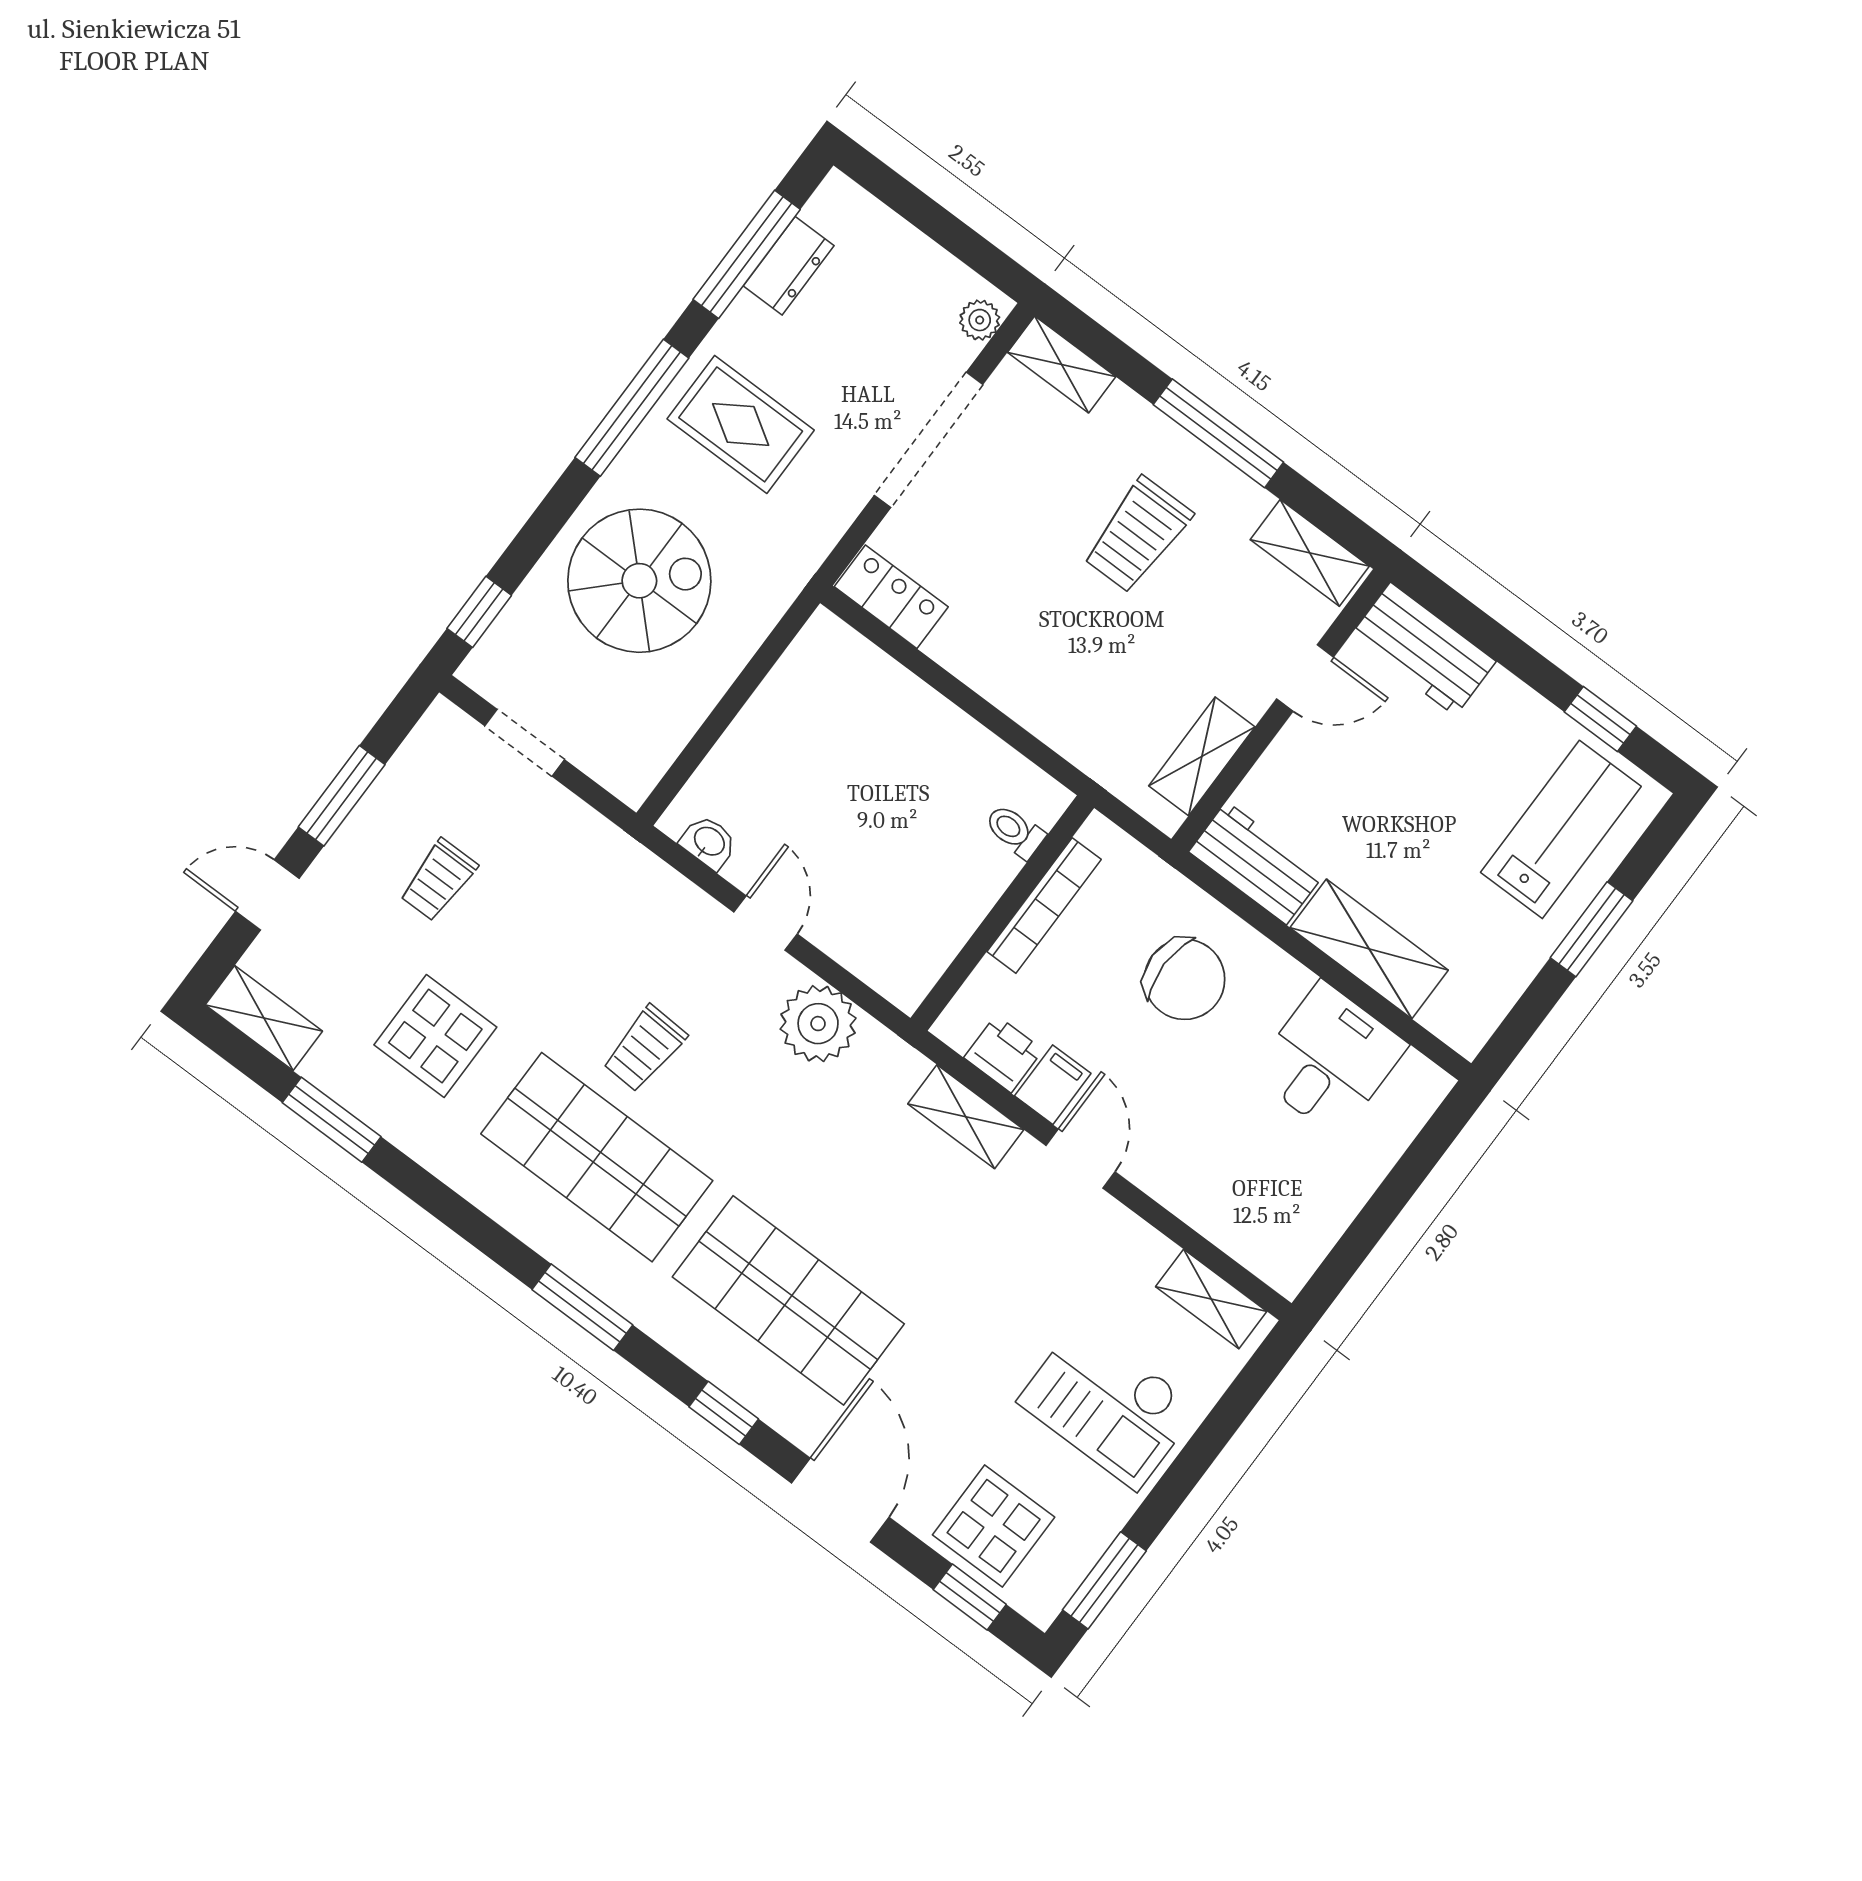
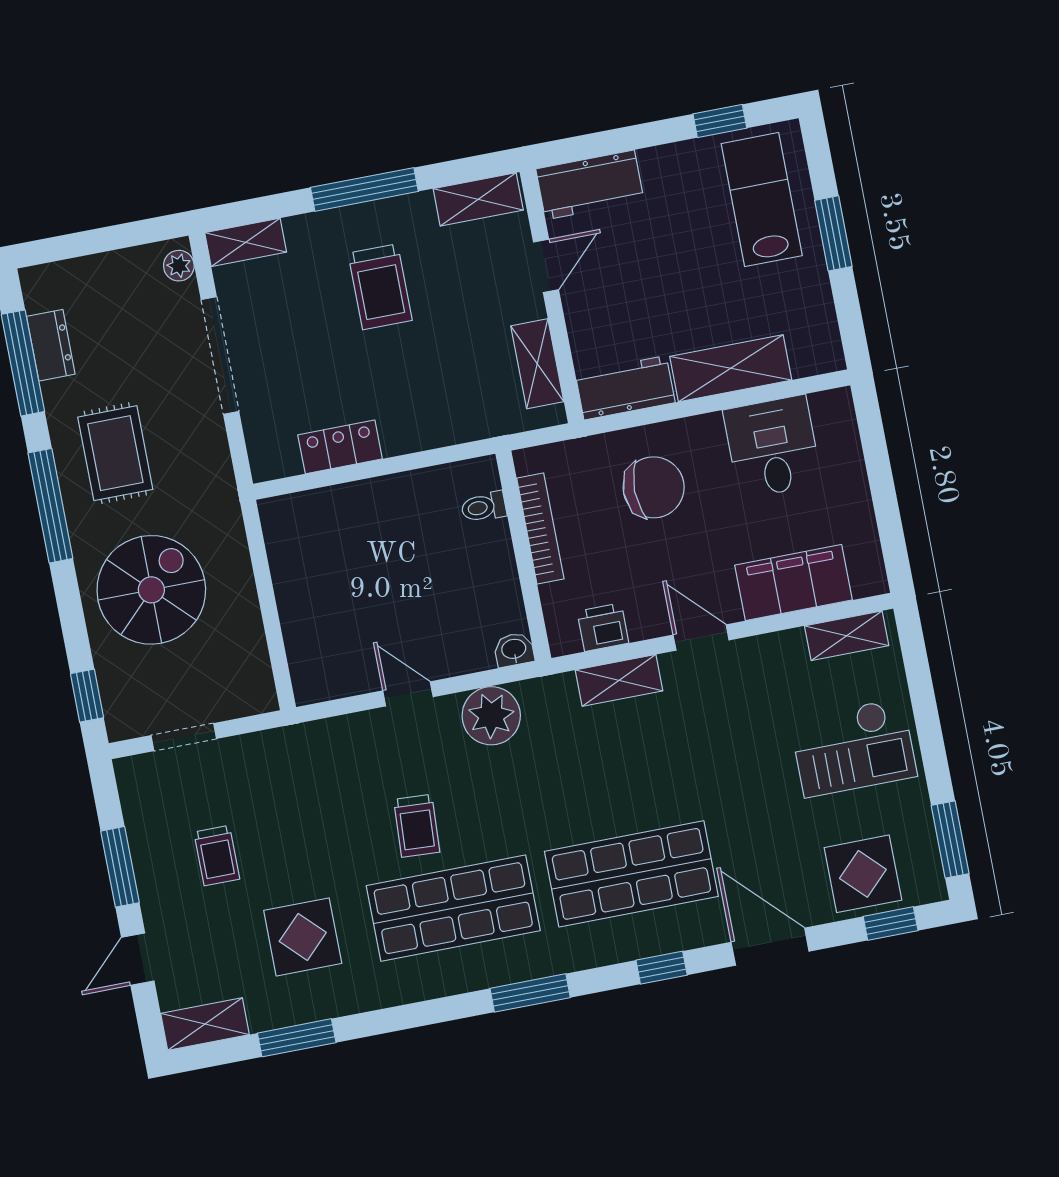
rug: (741, 424) -> (115, 453), turned 90
locker: (891, 597) -> (340, 447), moved
washbasin: (709, 842) -> (514, 650), moved
filing cabinet: (1053, 1085) -> (794, 583), moved, width x3.00, depth x1.17

